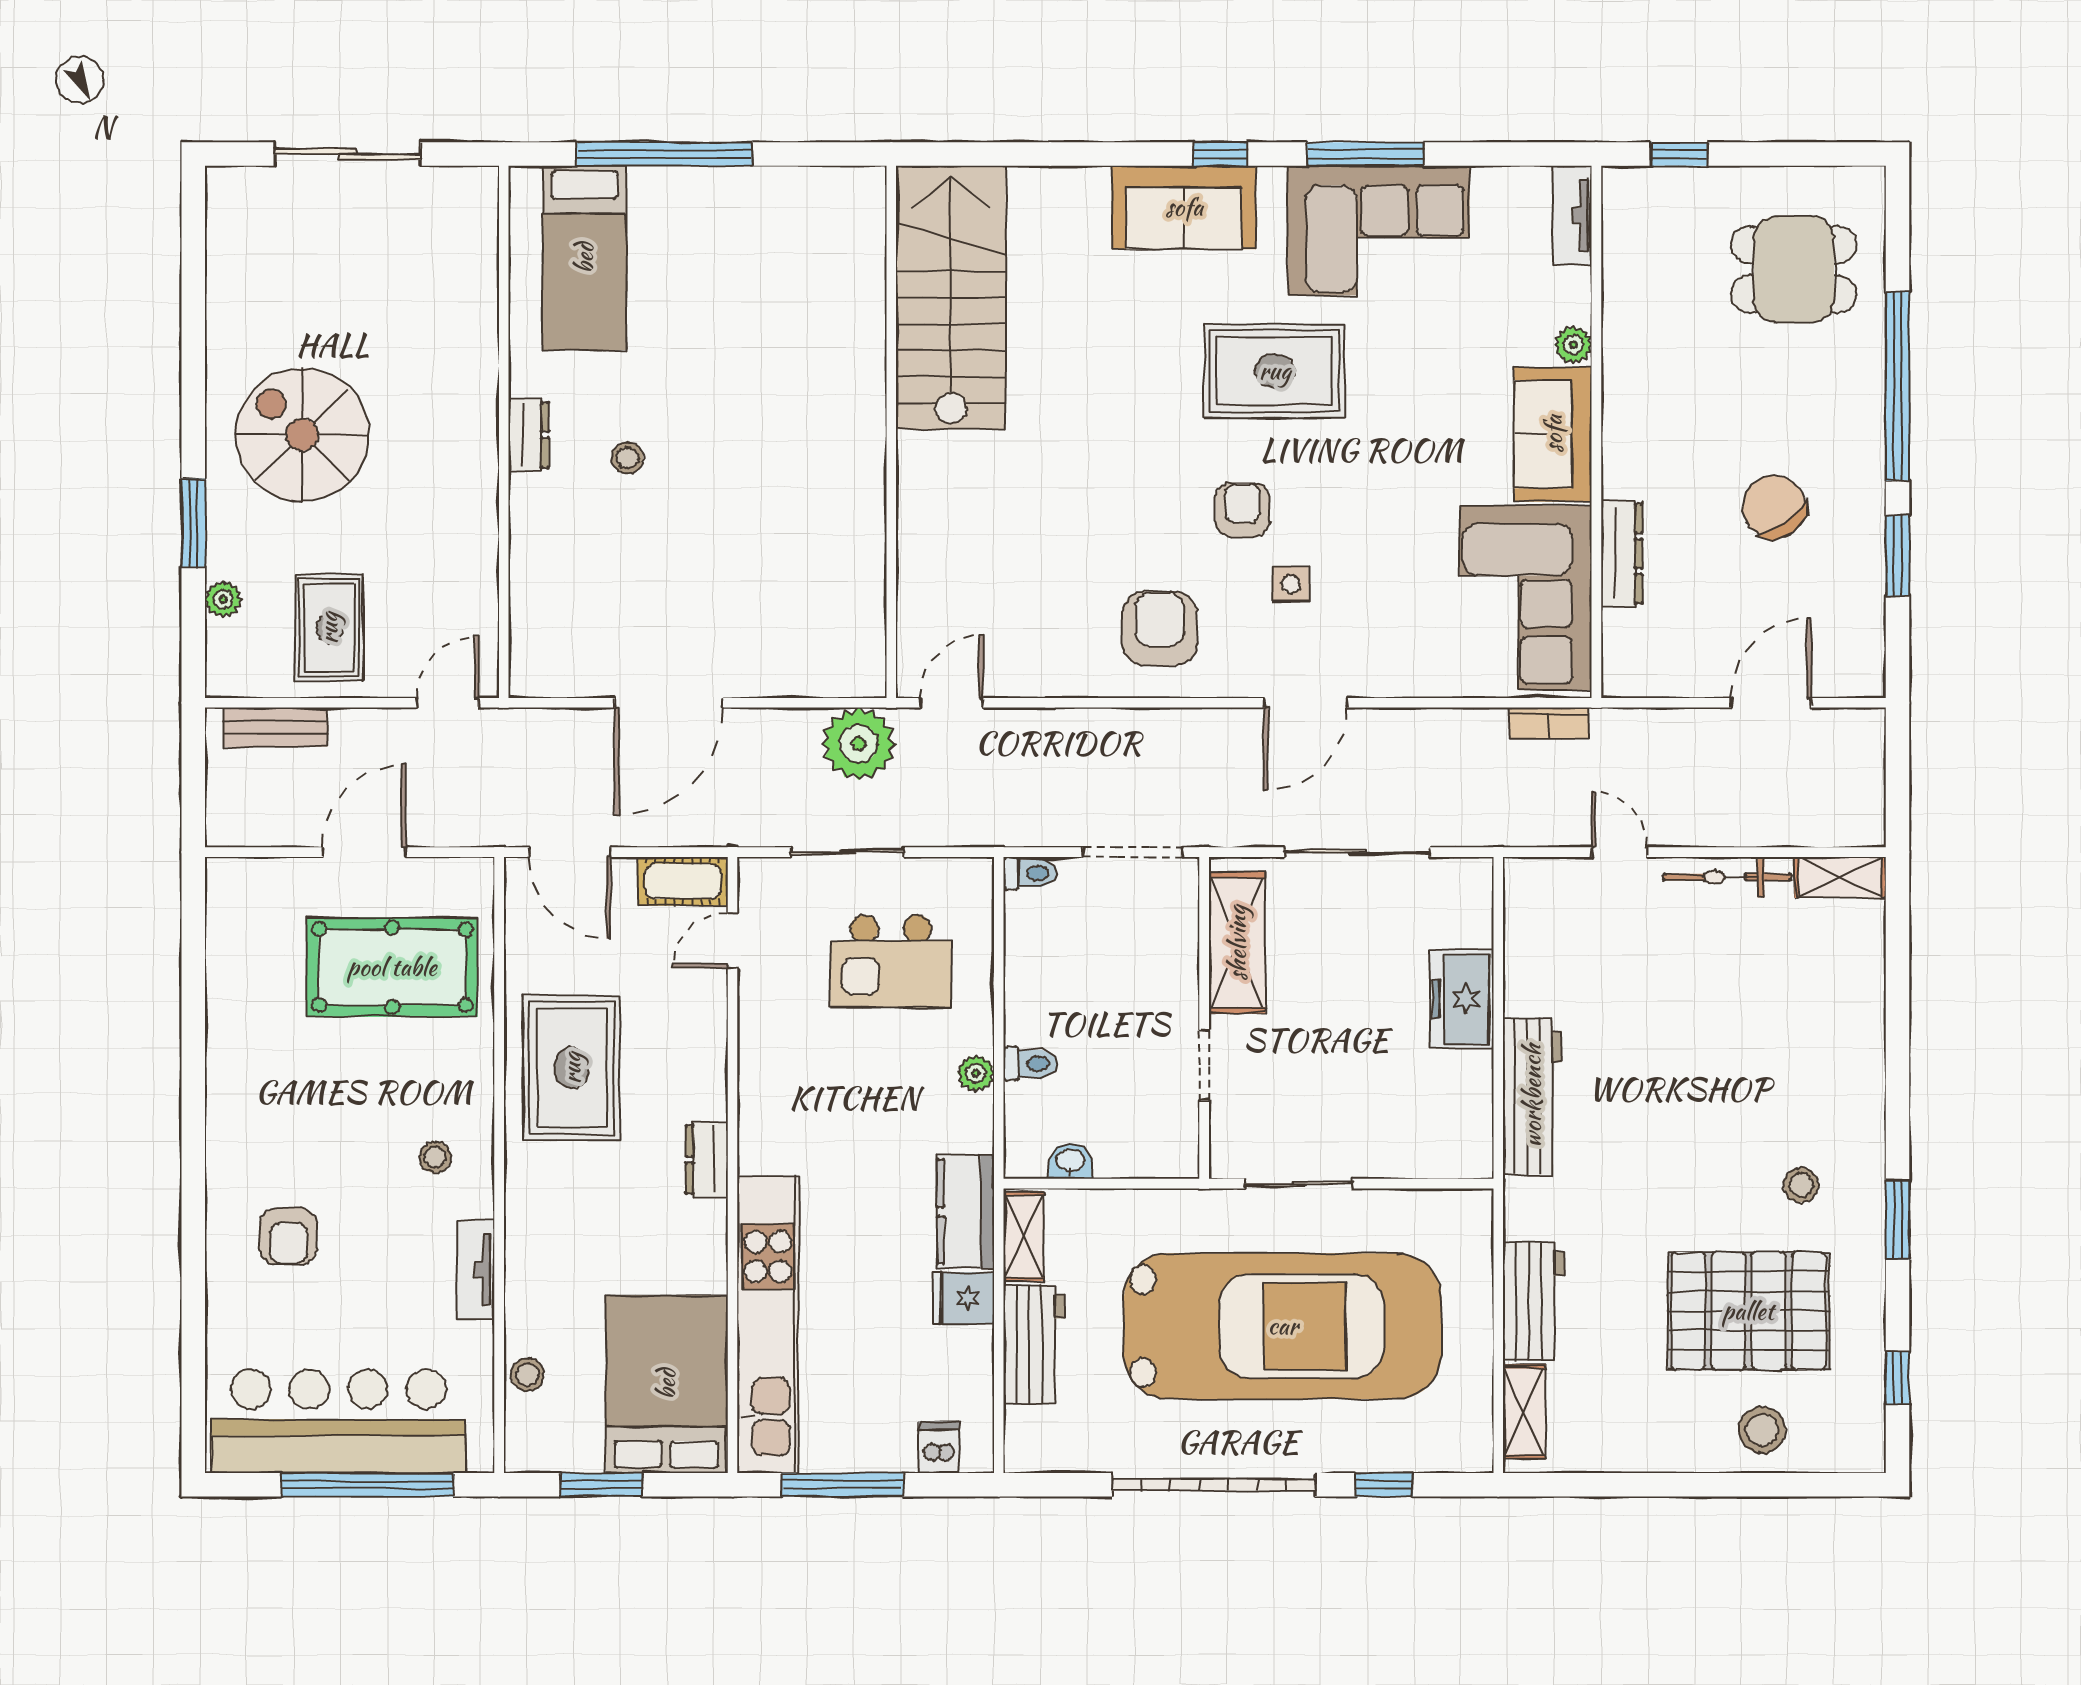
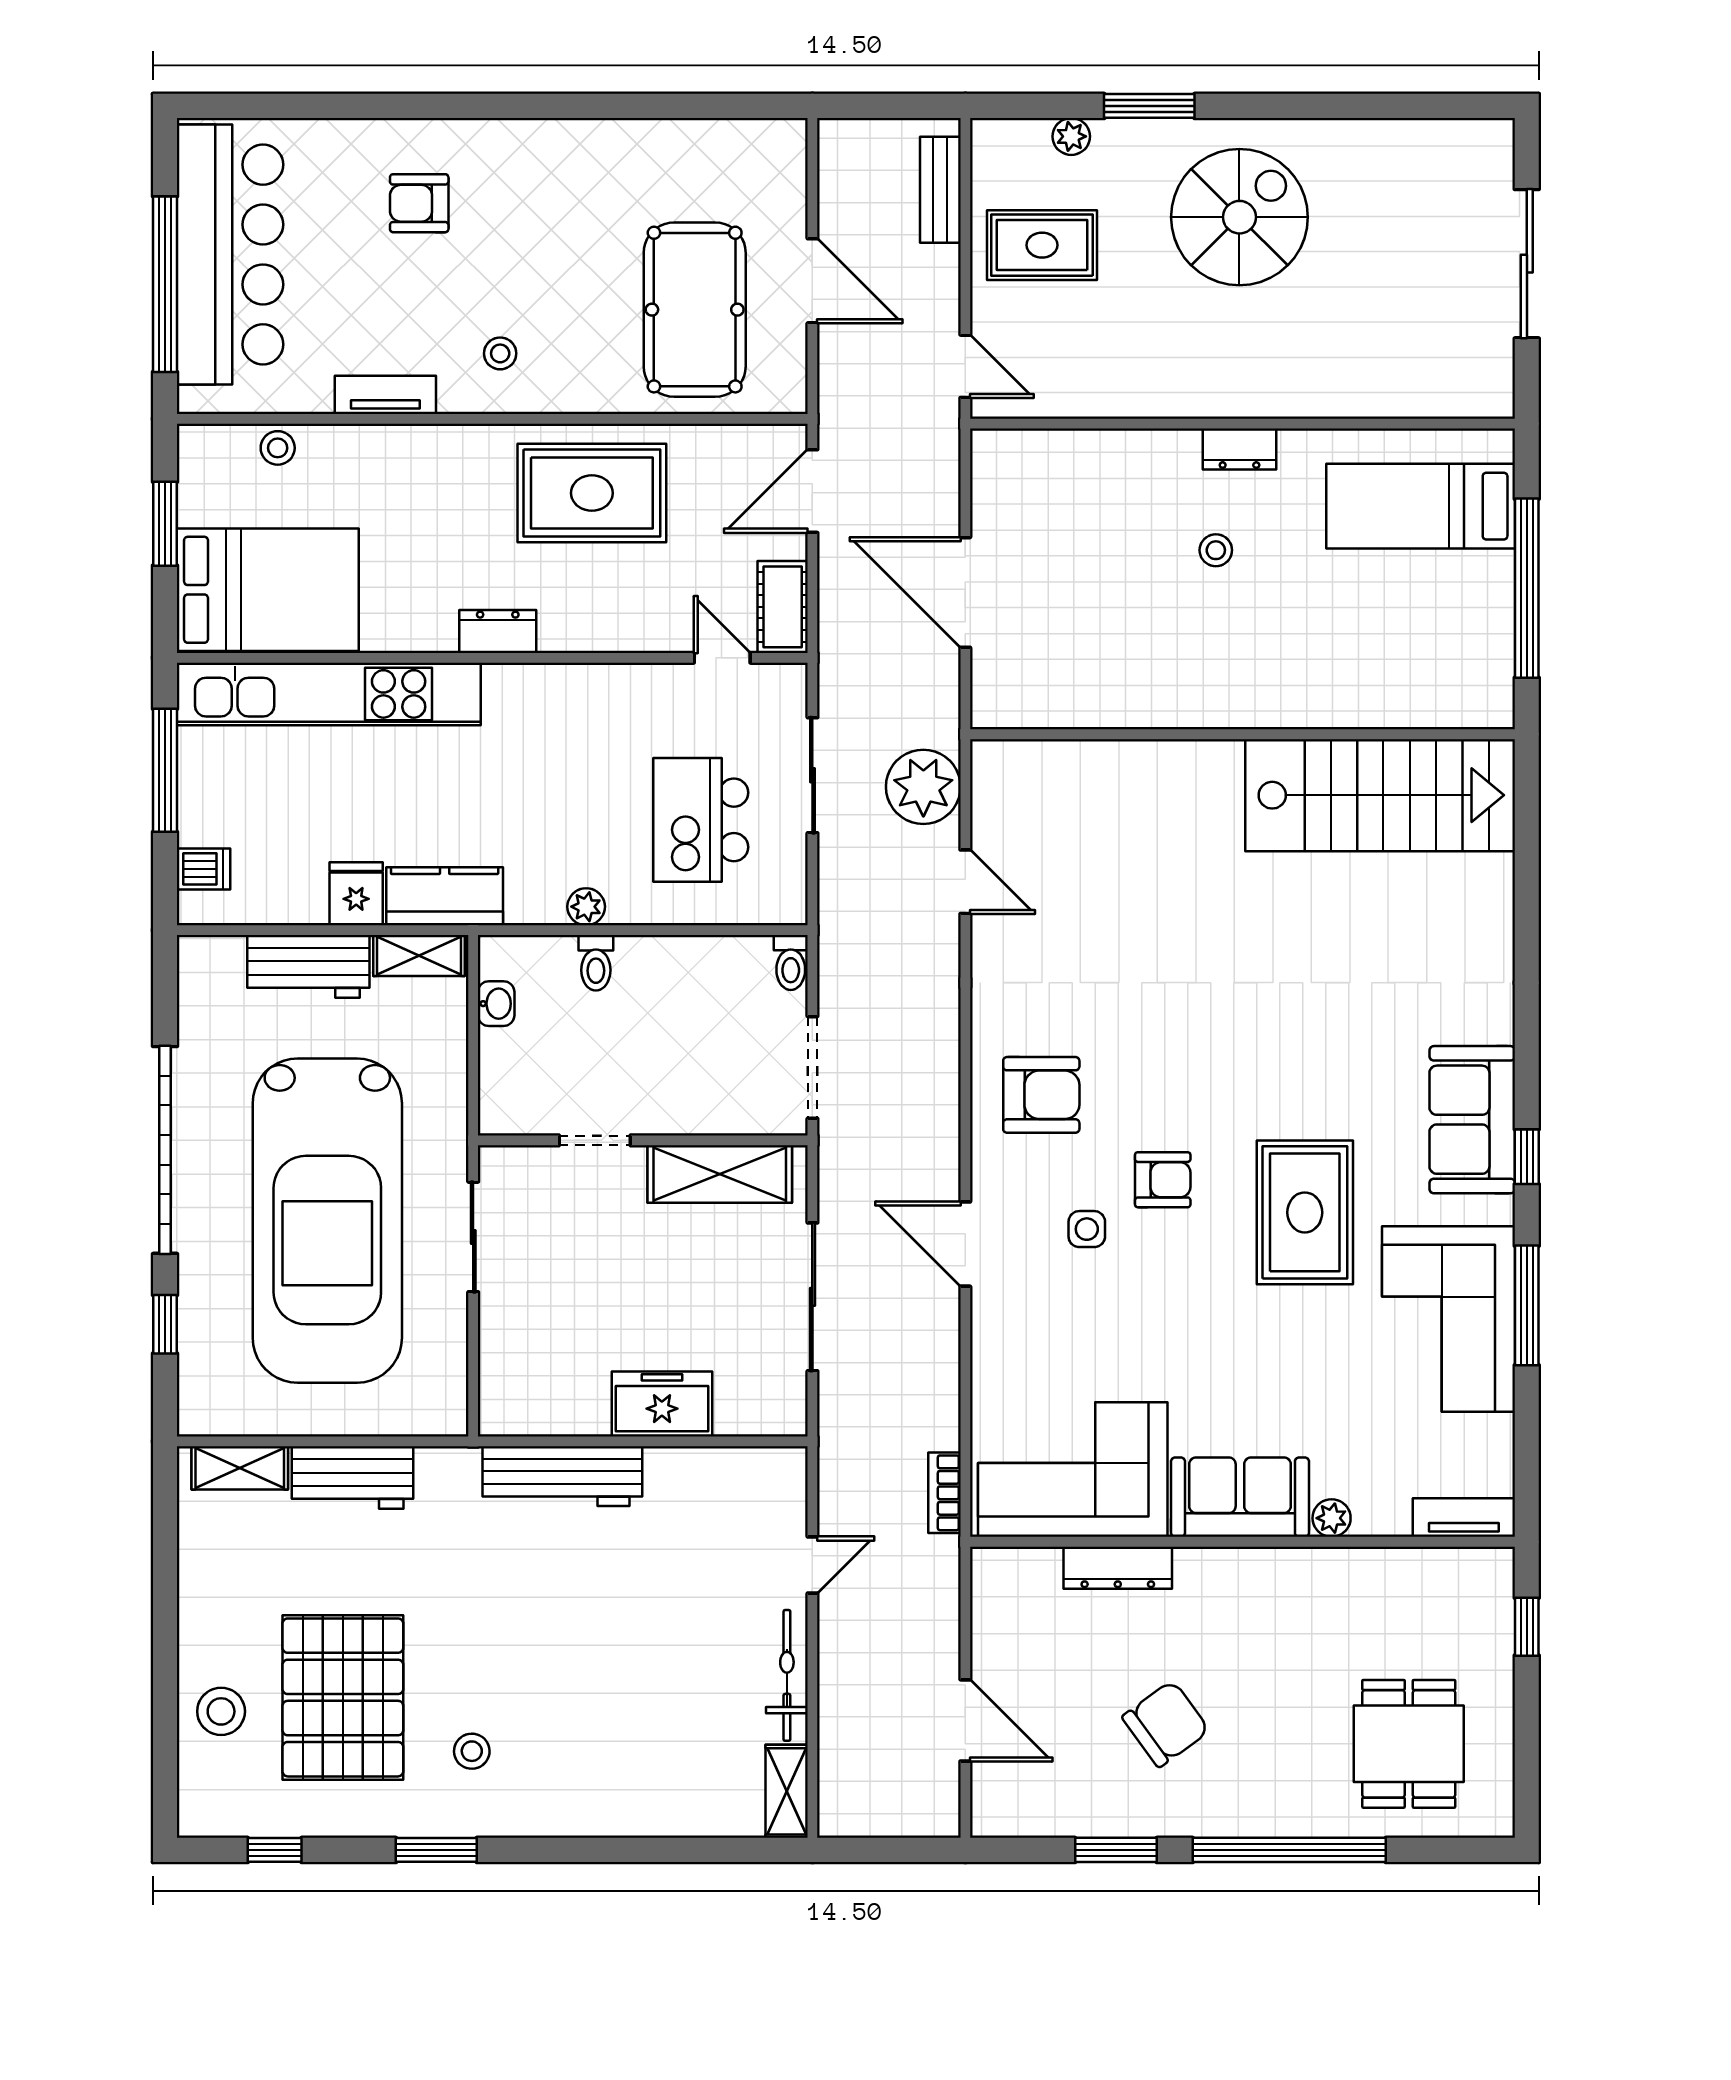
stairs: (951, 297) -> (1380, 795), moved
wall: (891, 432) -> (1242, 734), moved

